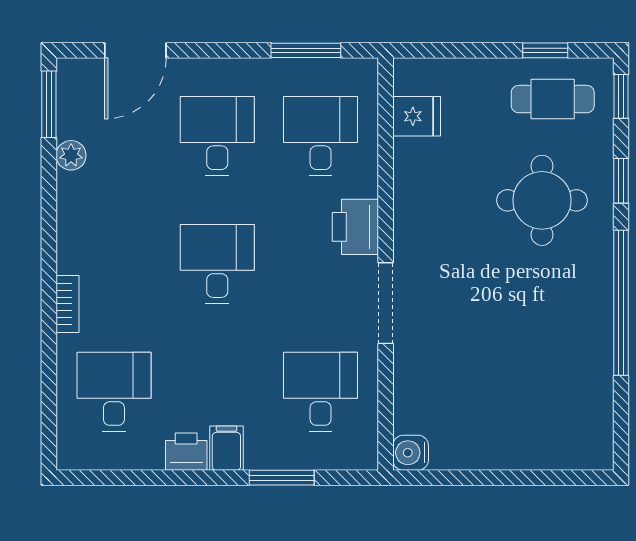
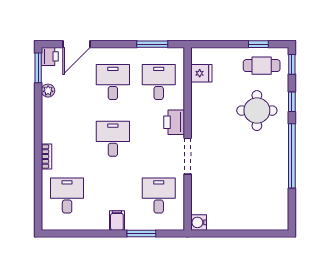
printer: (186, 452) -> (50, 56), moved, turned 90

